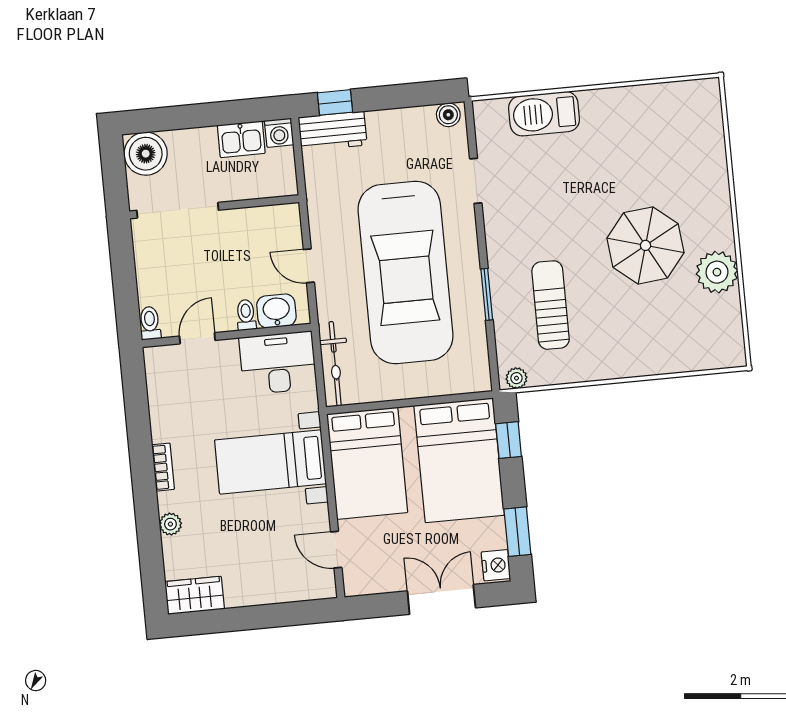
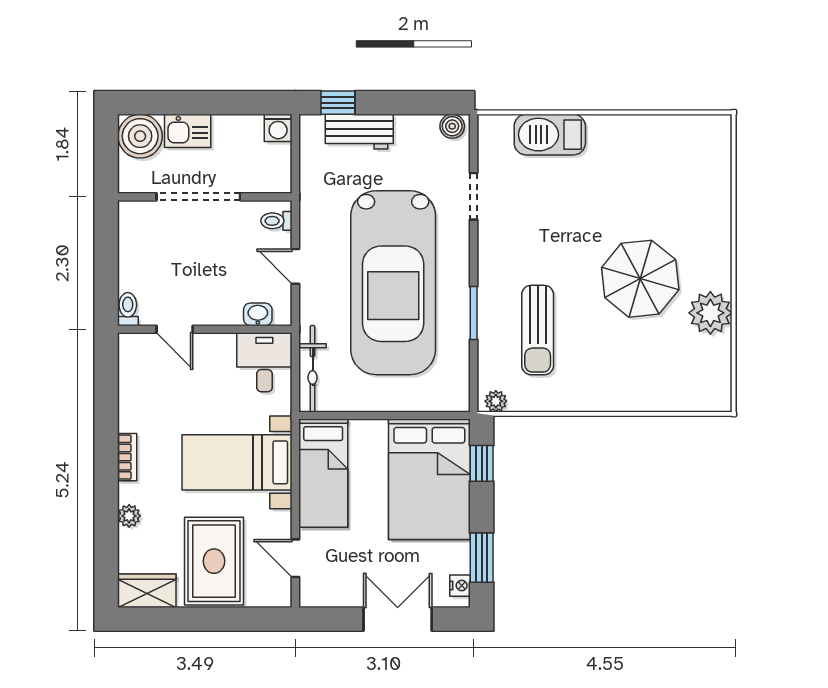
workbench: (333, 131) -> (359, 132), moved
kitchen sink: (241, 139) -> (188, 131), moved
doorway: (178, 210) -> (198, 197), moved
sun lounger: (551, 305) -> (538, 330), turned 180
washbasin: (276, 311) -> (258, 314), width x0.72, depth x0.69
toilet: (246, 315) -> (276, 221), moved, turned -90
door: (197, 338) -> (175, 329), swing flipped
desk: (278, 363) -> (264, 362), width x0.73
bed: (367, 463) -> (323, 473), width x0.67
rug: (257, 560) -> (214, 561), added
nightstand: (496, 565) -> (460, 586), width x0.72, depth x0.74

